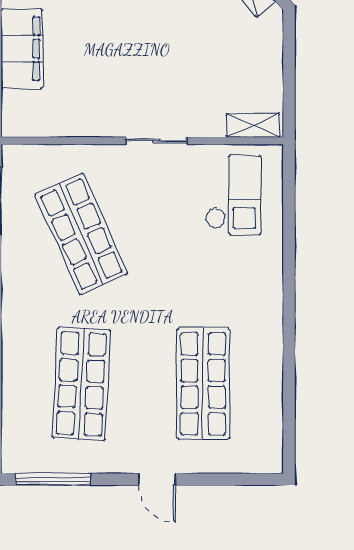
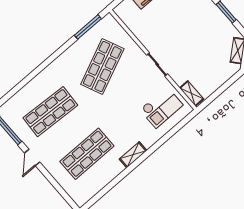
shelving: (270, 309) -> (133, 155), added
door: (157, 479) -> (32, 157), moved

